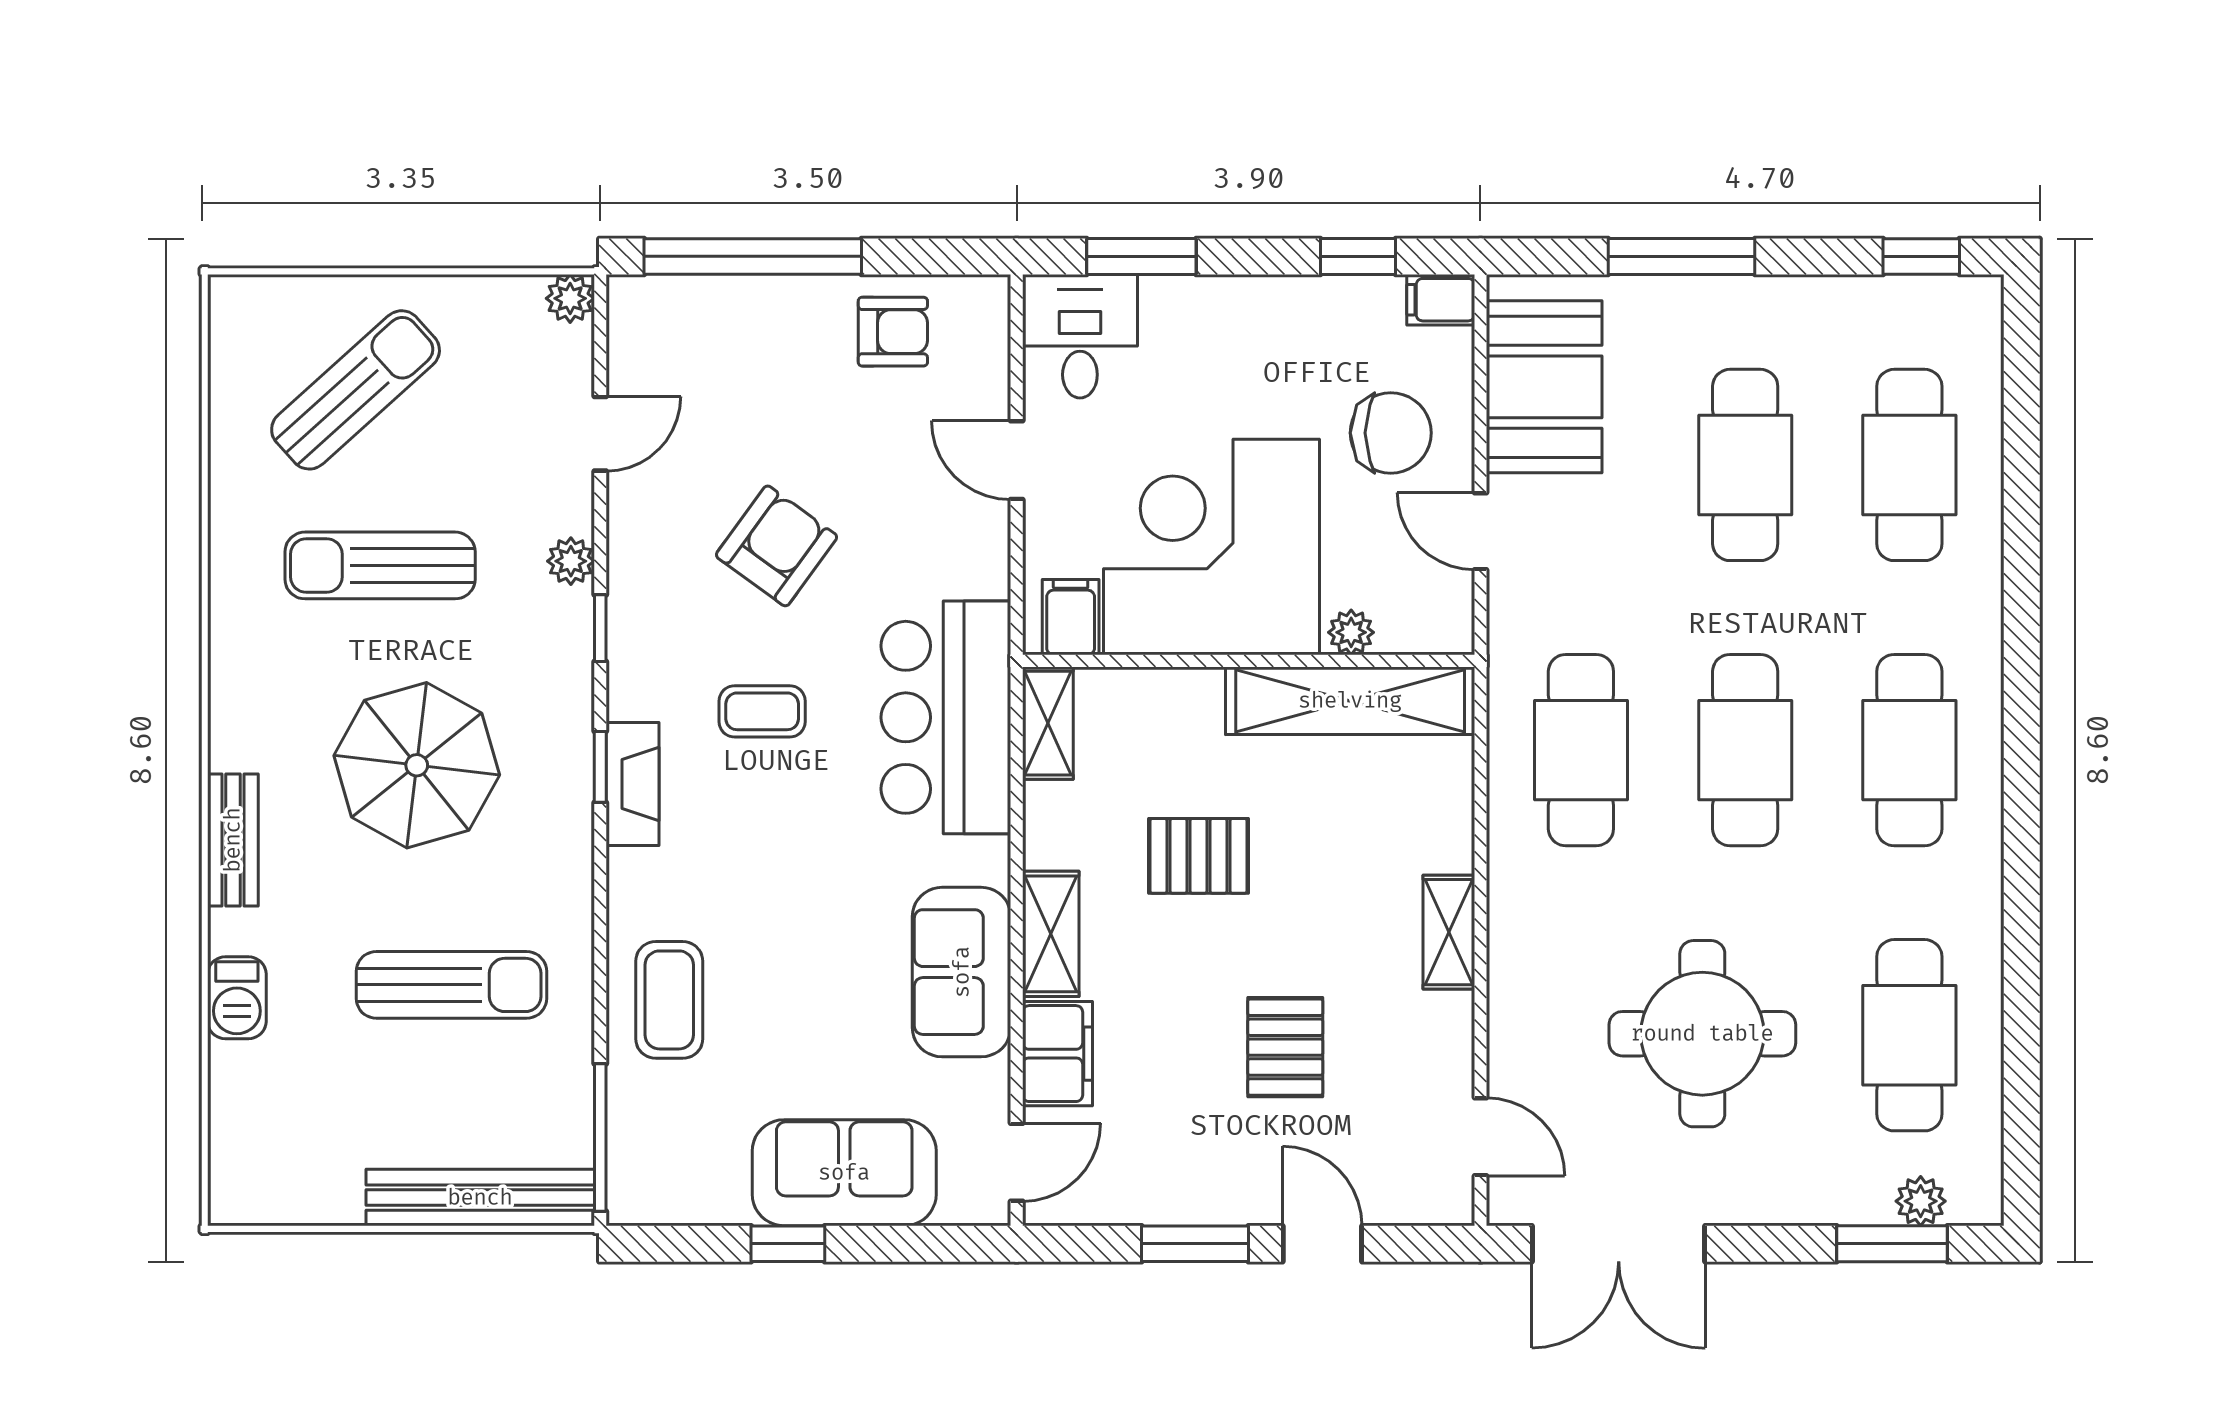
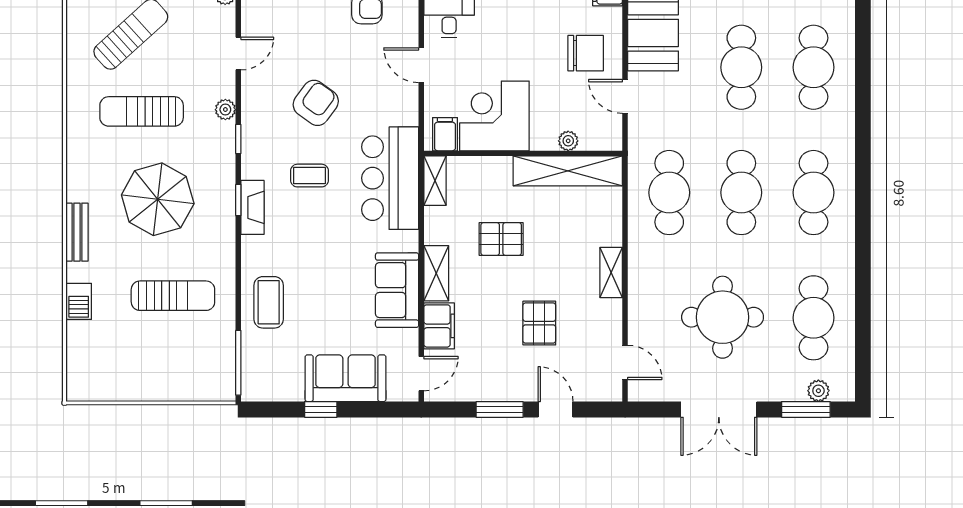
corner desk: (1212, 547) -> (494, 116), width x0.74, depth x0.74
bench: (480, 1198) -> (186, 389), removed
double door: (1619, 1244) -> (719, 409), moved

